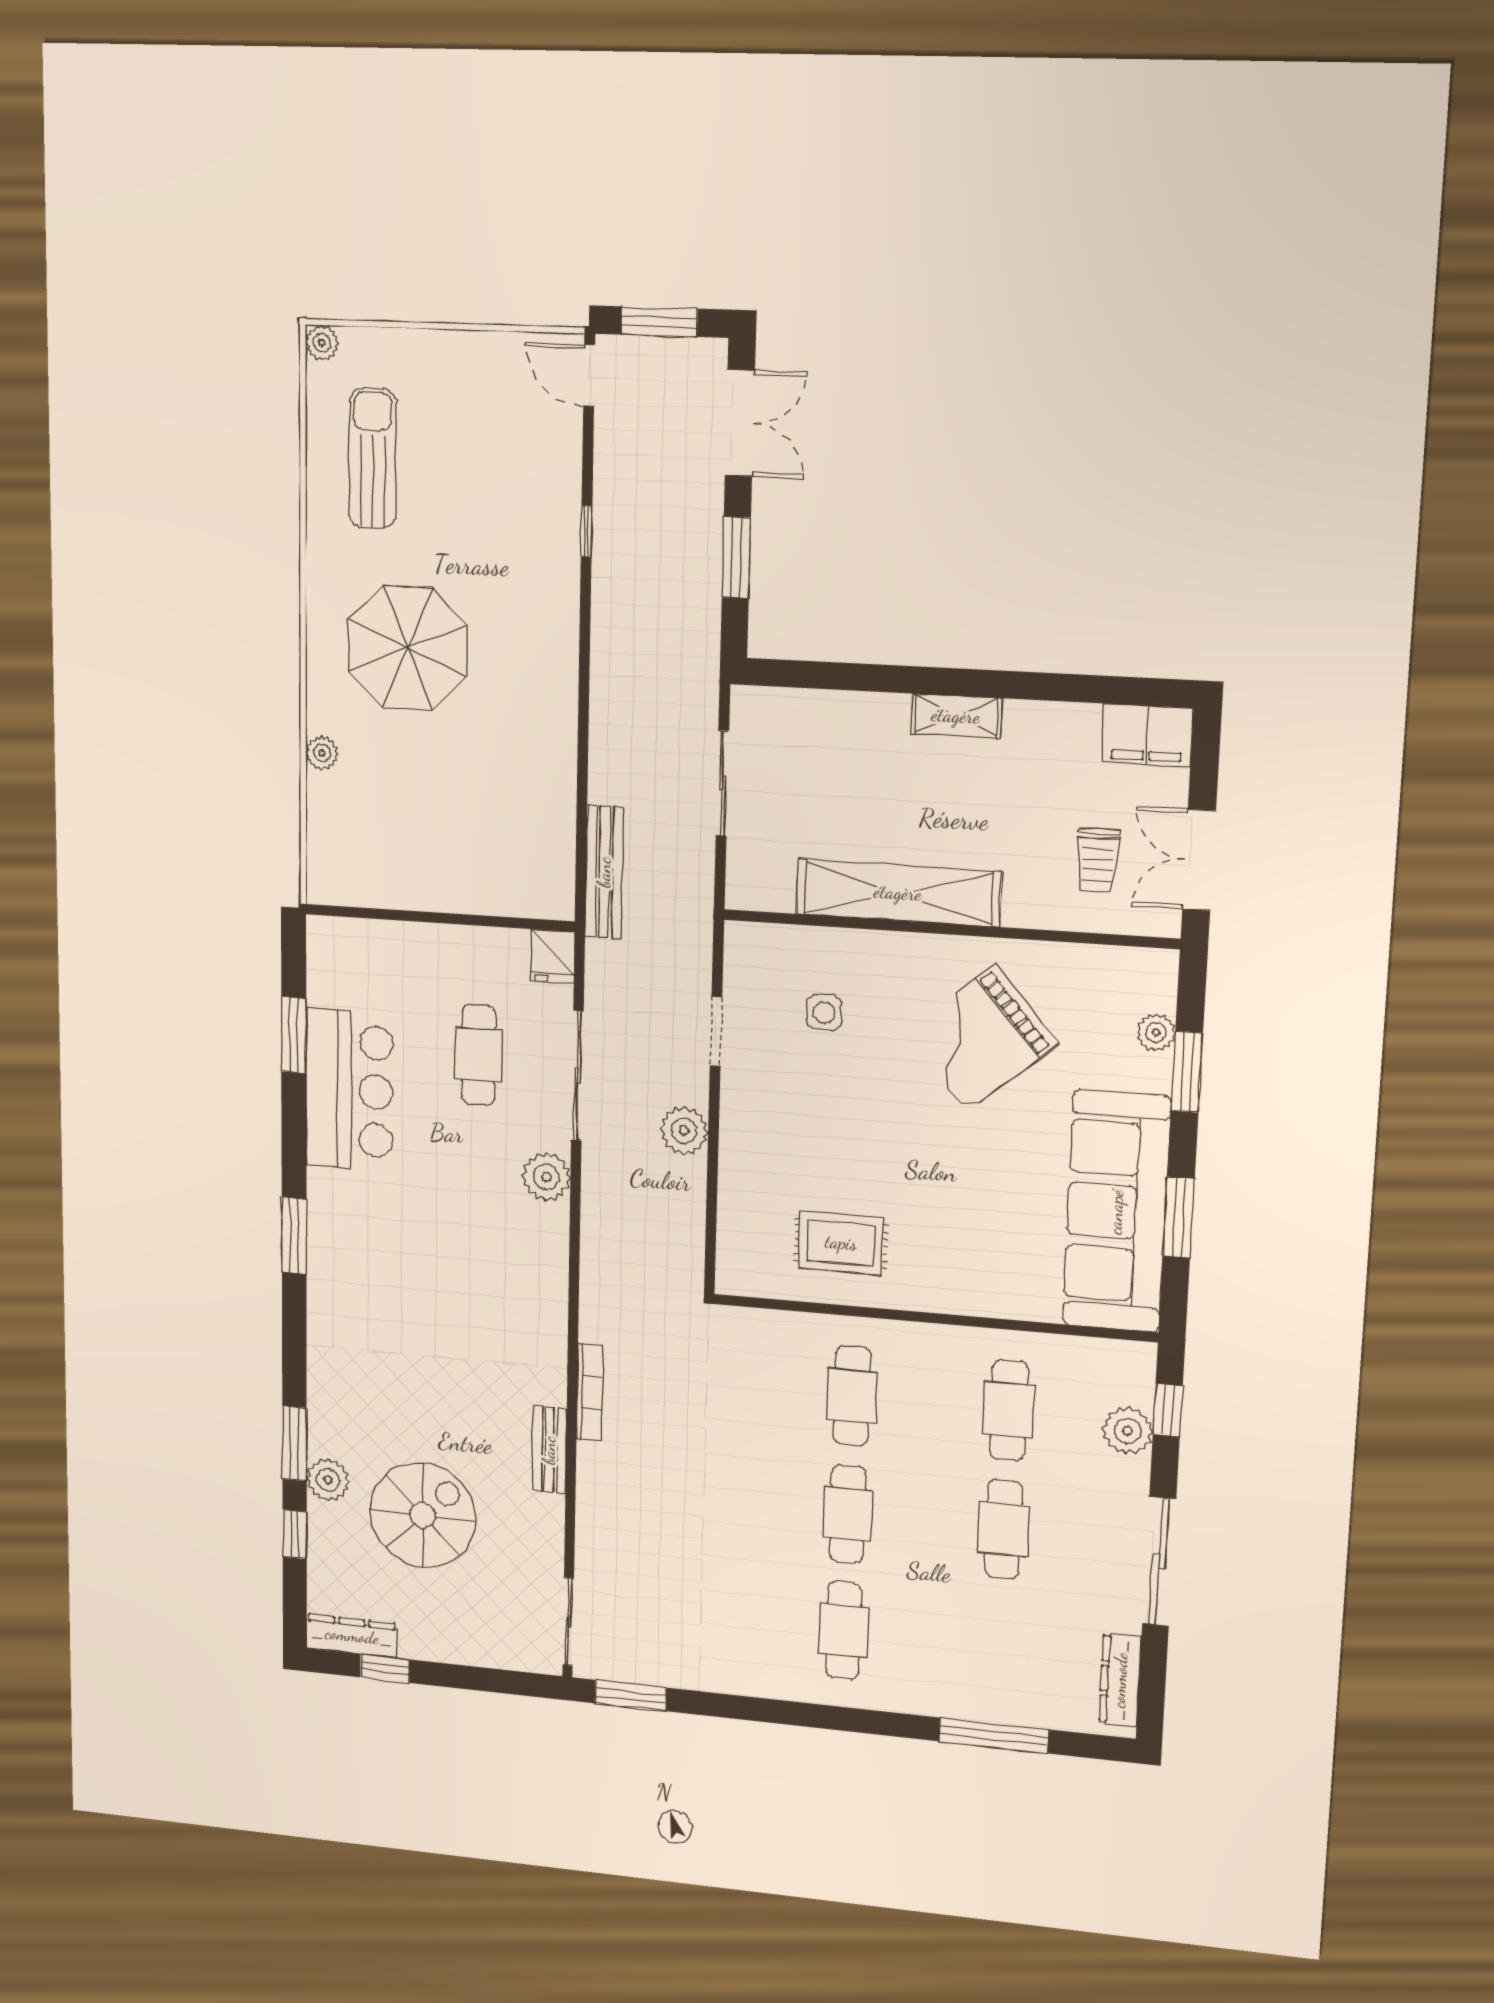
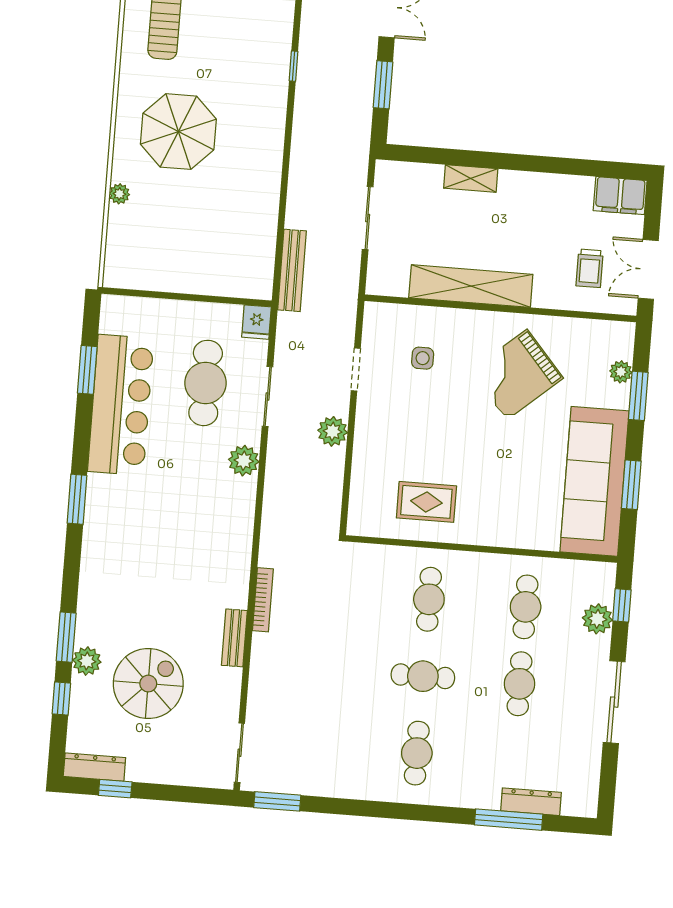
shelving: (956, 716) -> (471, 178), moved
cafe table: (479, 1055) -> (206, 383), width x1.37, depth x1.35
sliding door: (577, 1076) -> (267, 397), width x0.73
bar counter: (349, 1090) -> (121, 405), width x1.36
cafe table: (848, 1514) -> (423, 676), turned 90
dresser: (1120, 1680) -> (531, 802), moved, turned 90

